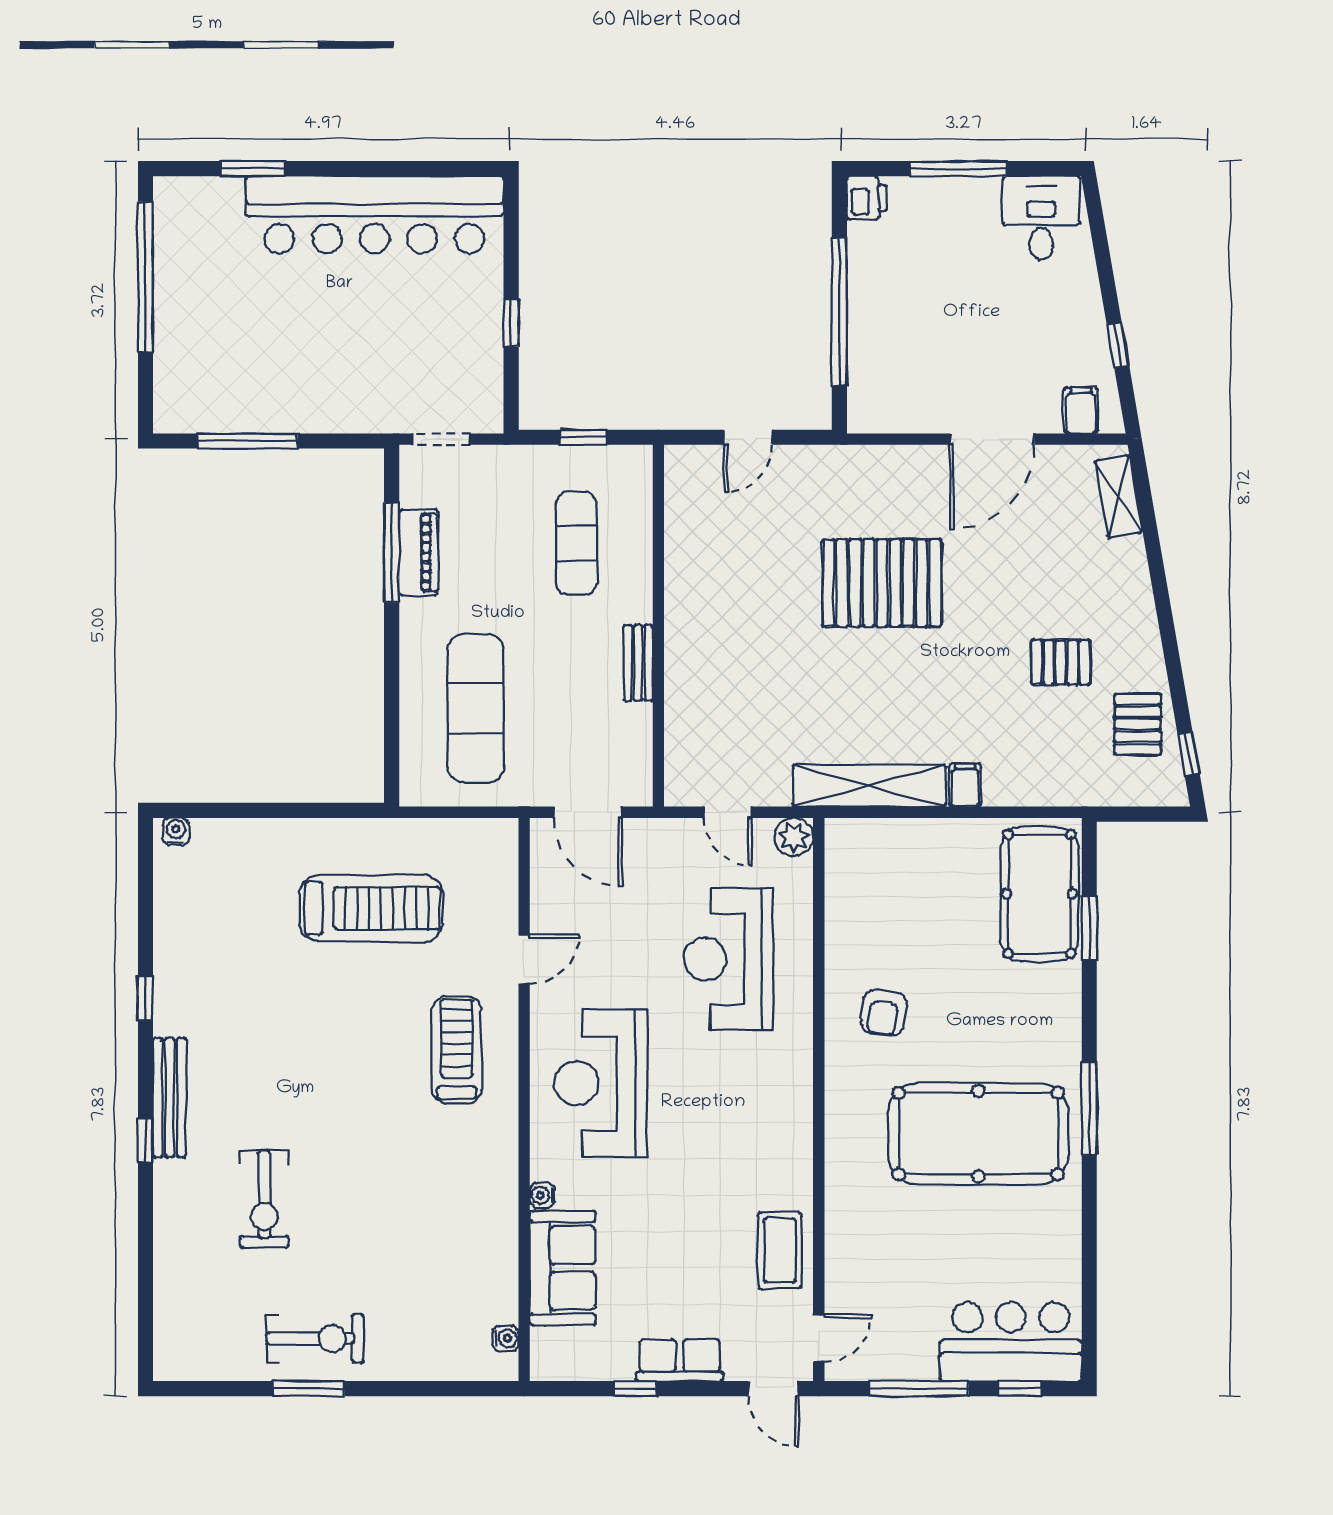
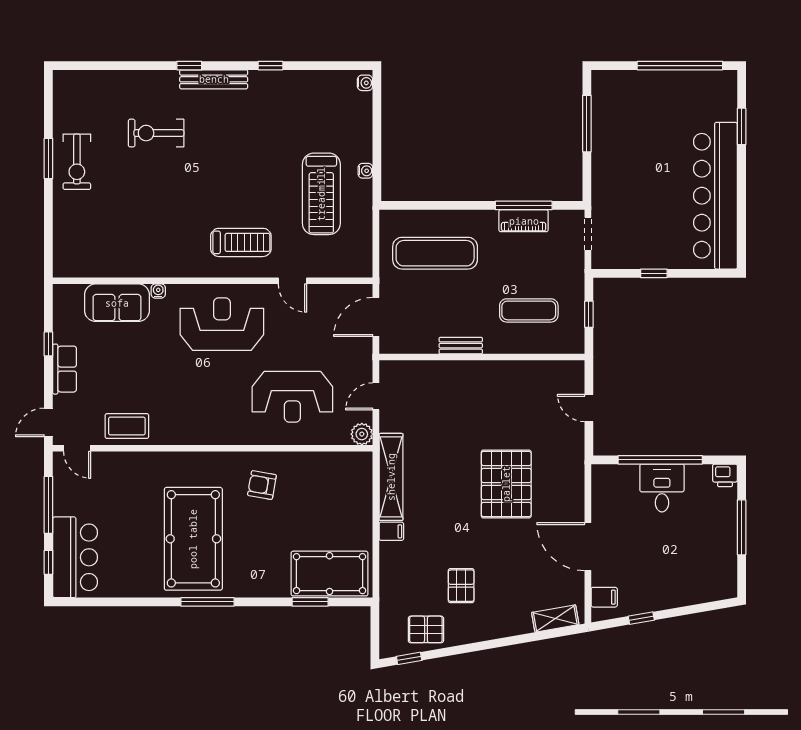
desk: (1041, 218) -> (662, 488), moved, turned -90
reception desk: (728, 959) -> (292, 397), turned 180
water cooler: (506, 1338) -> (365, 171), moved, turned -90

